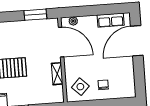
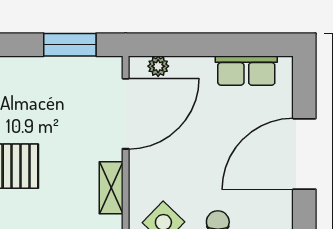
door: (137, 41) -> (304, 154), moved
door: (61, 42) -> (126, 114), hinge flipped

